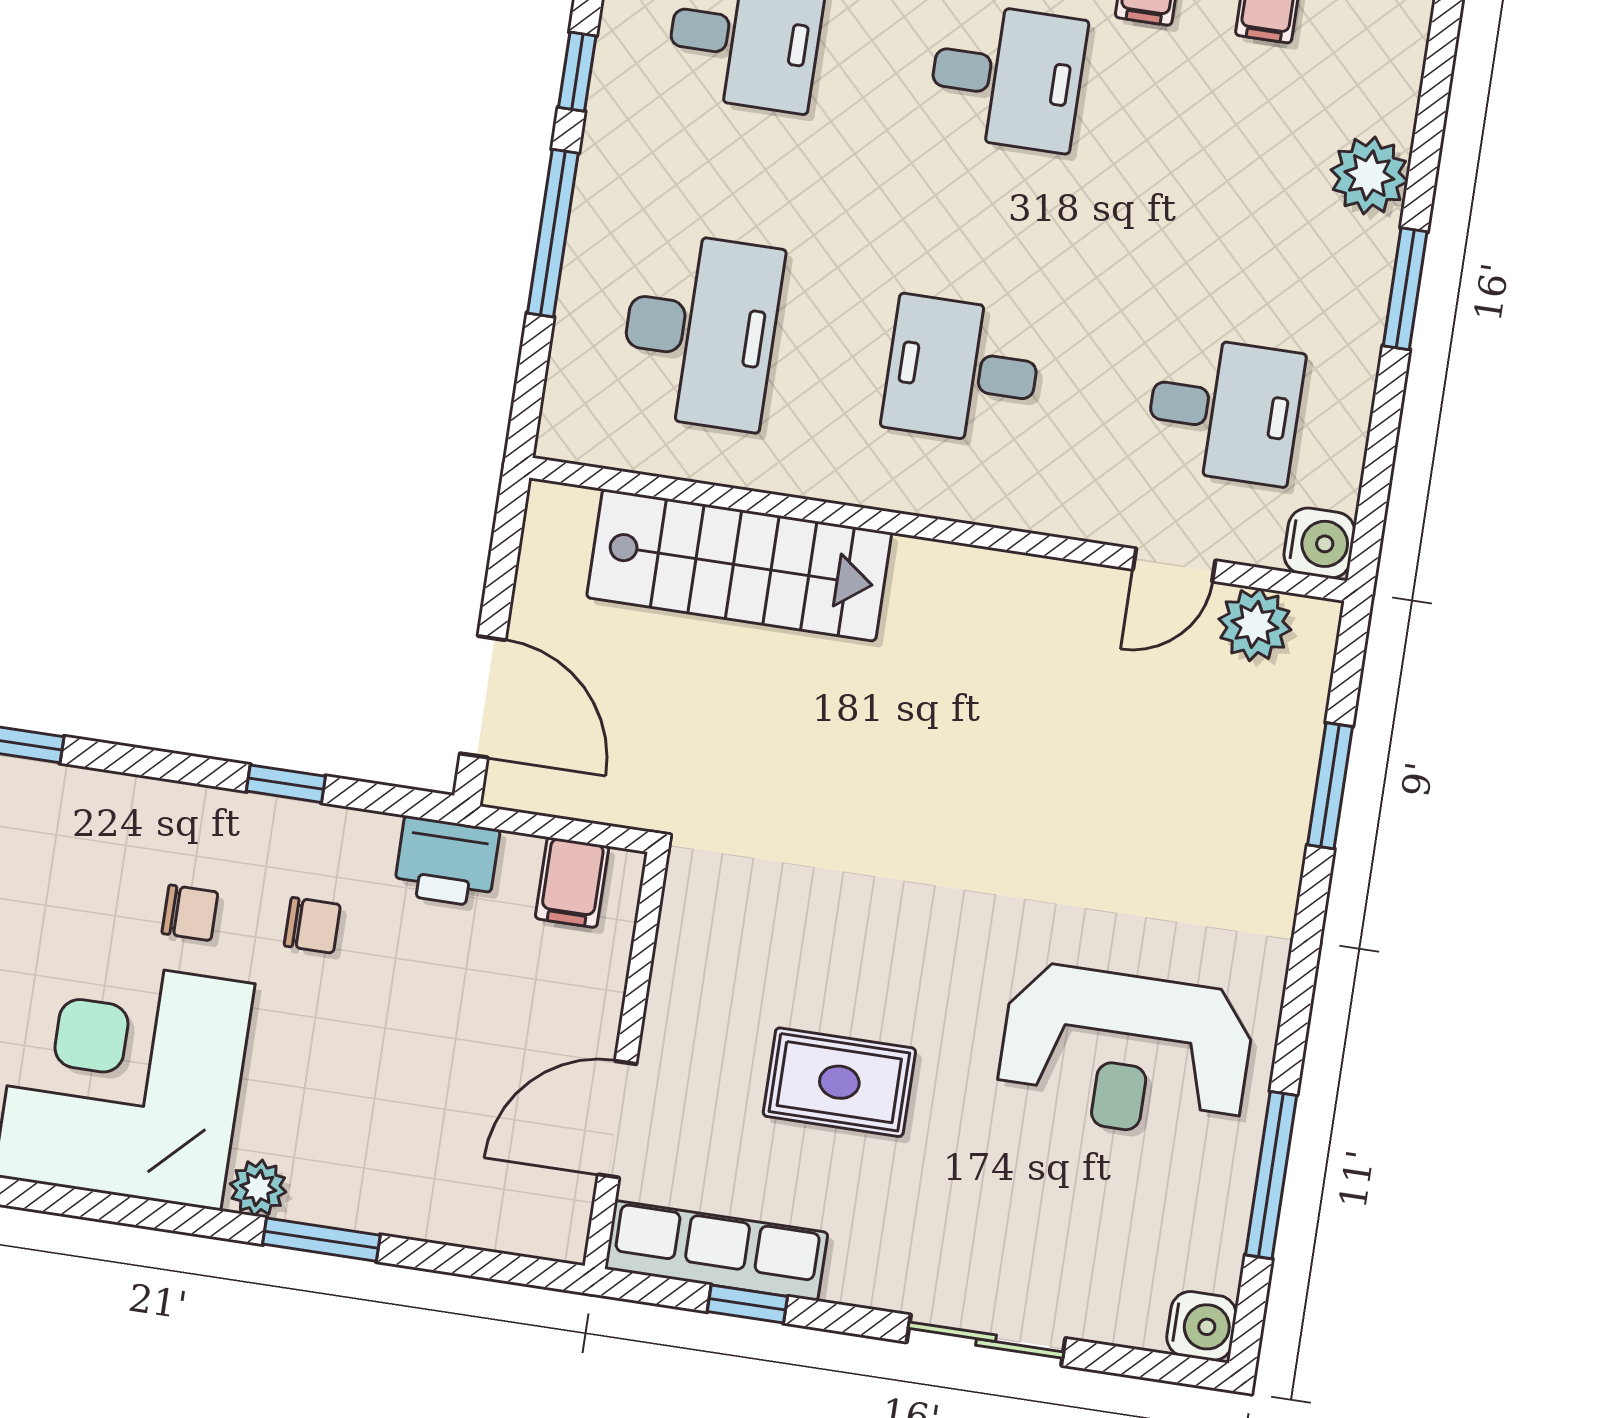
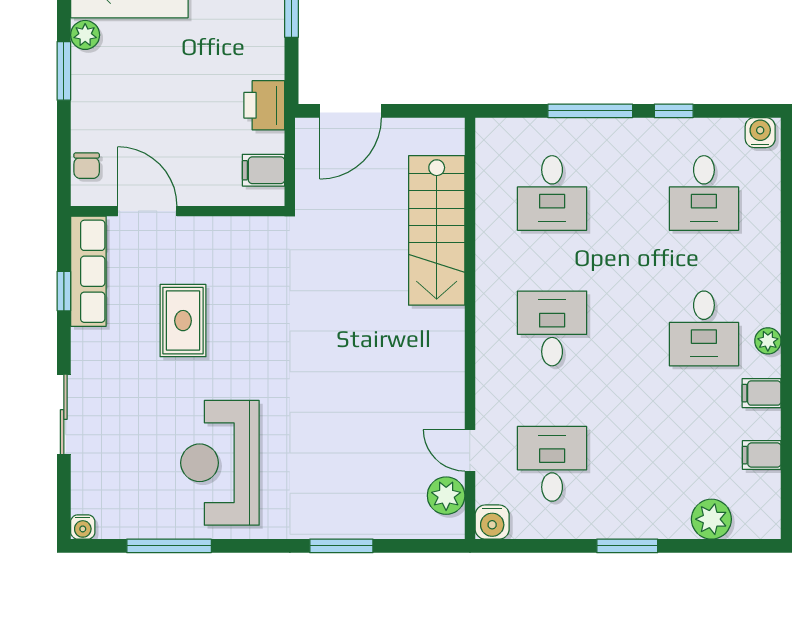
plant: (1369, 175) -> (711, 519), moved
desk: (700, 331) -> (552, 193), width x0.73
desk: (1224, 410) -> (552, 464), turned 180
window: (1330, 786) -> (341, 546), moved
chair: (312, 925) -> (87, 166), moved
water cooler: (1202, 1326) -> (83, 527), width x0.72, depth x0.72

